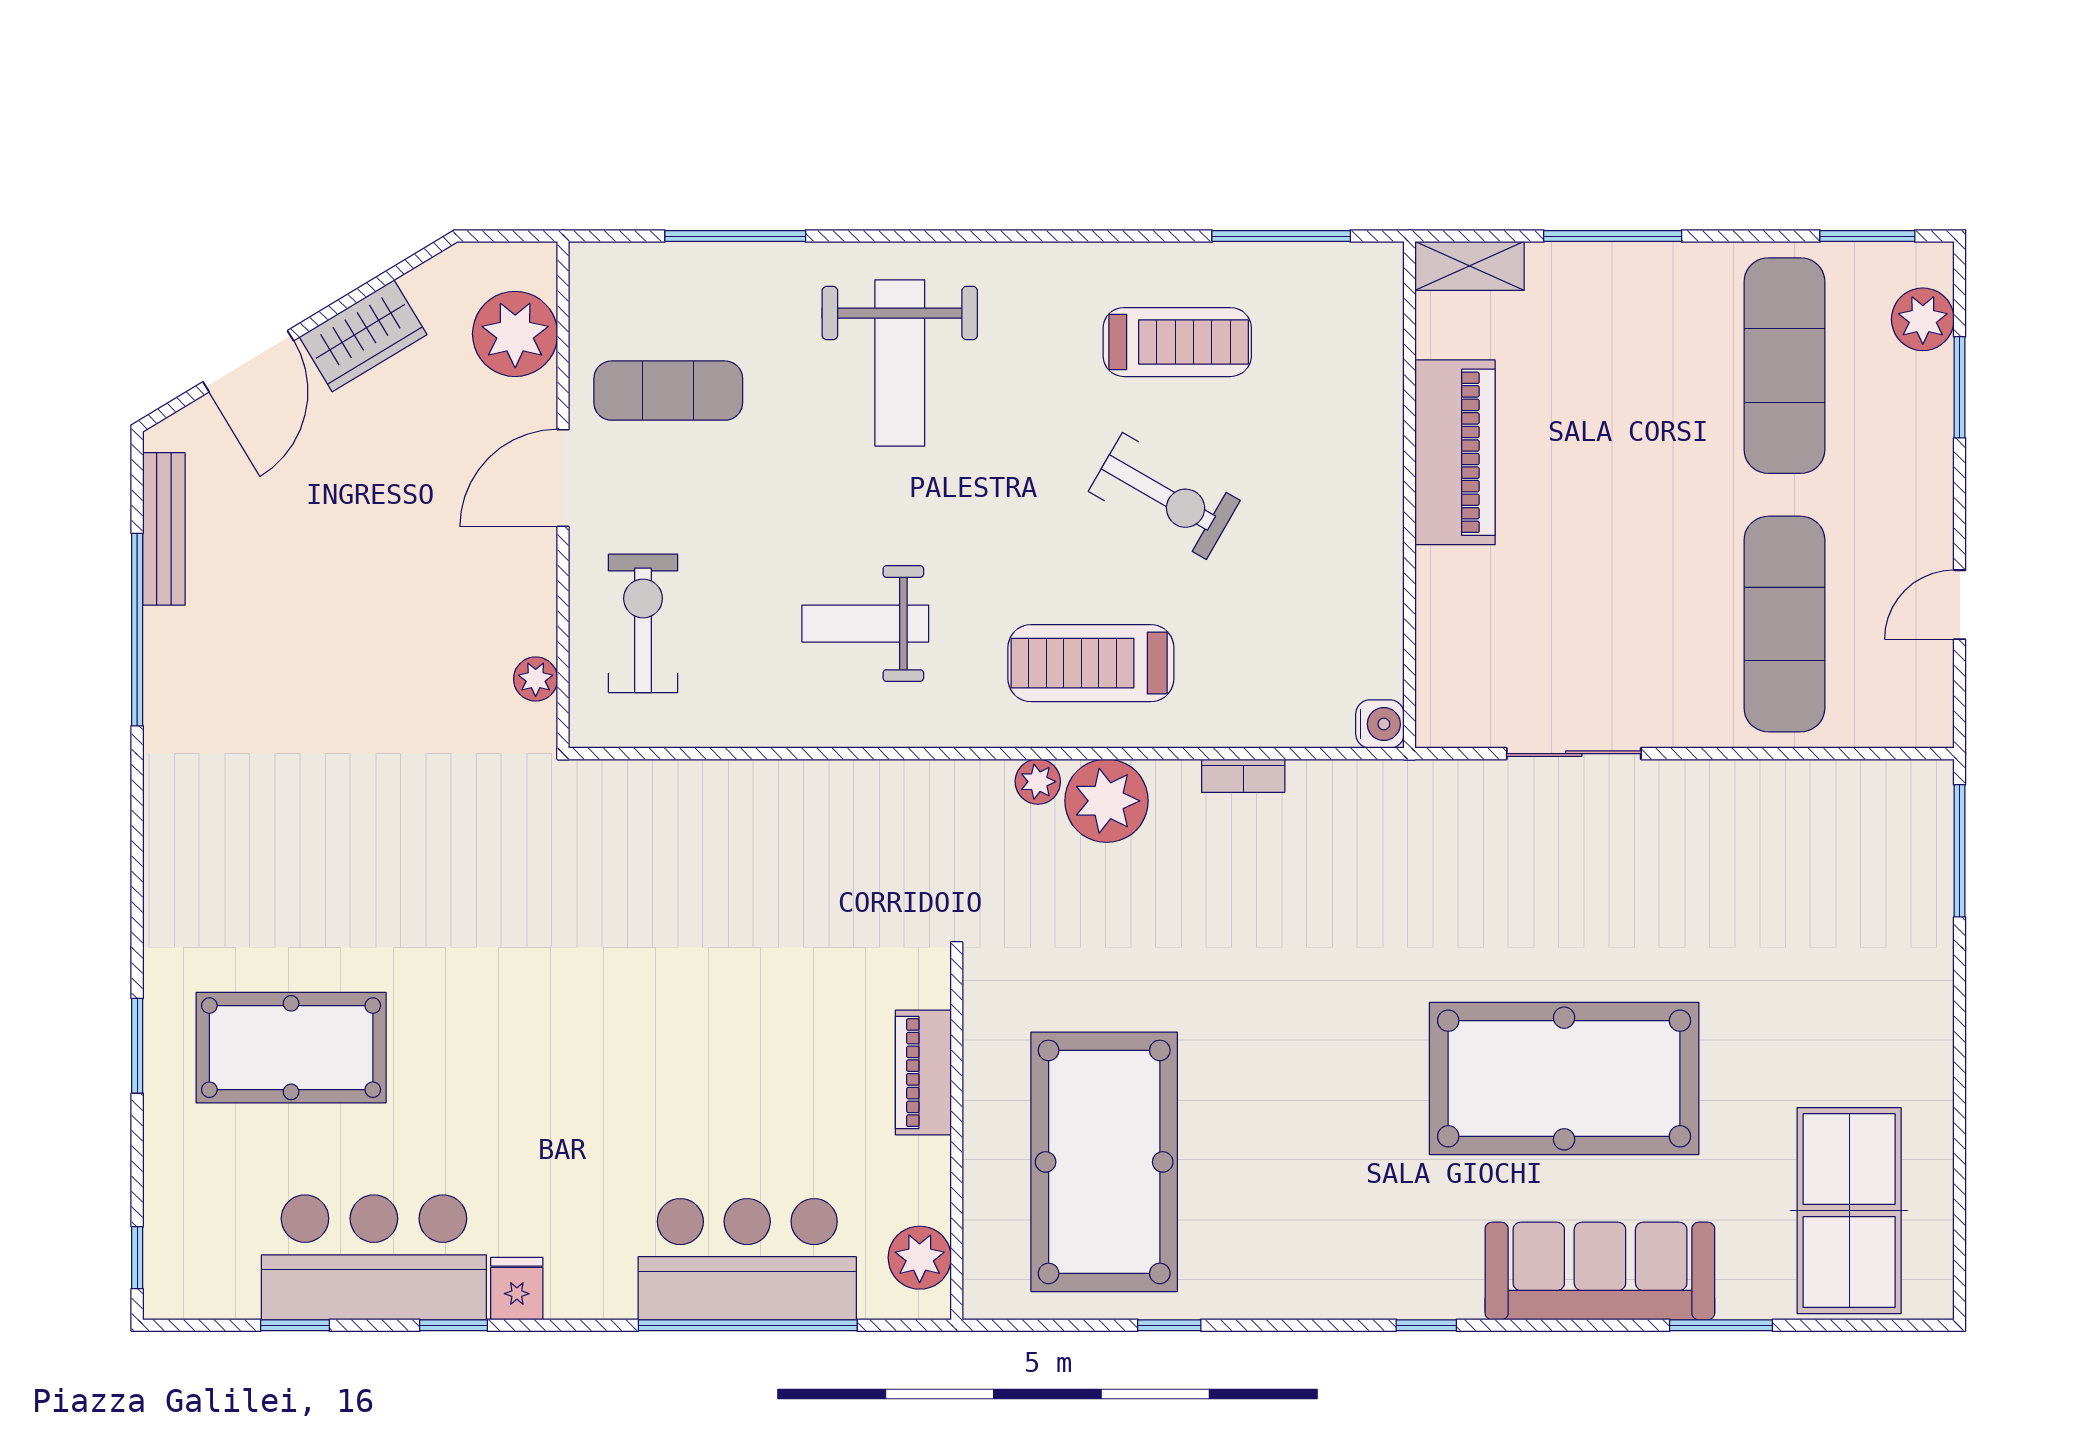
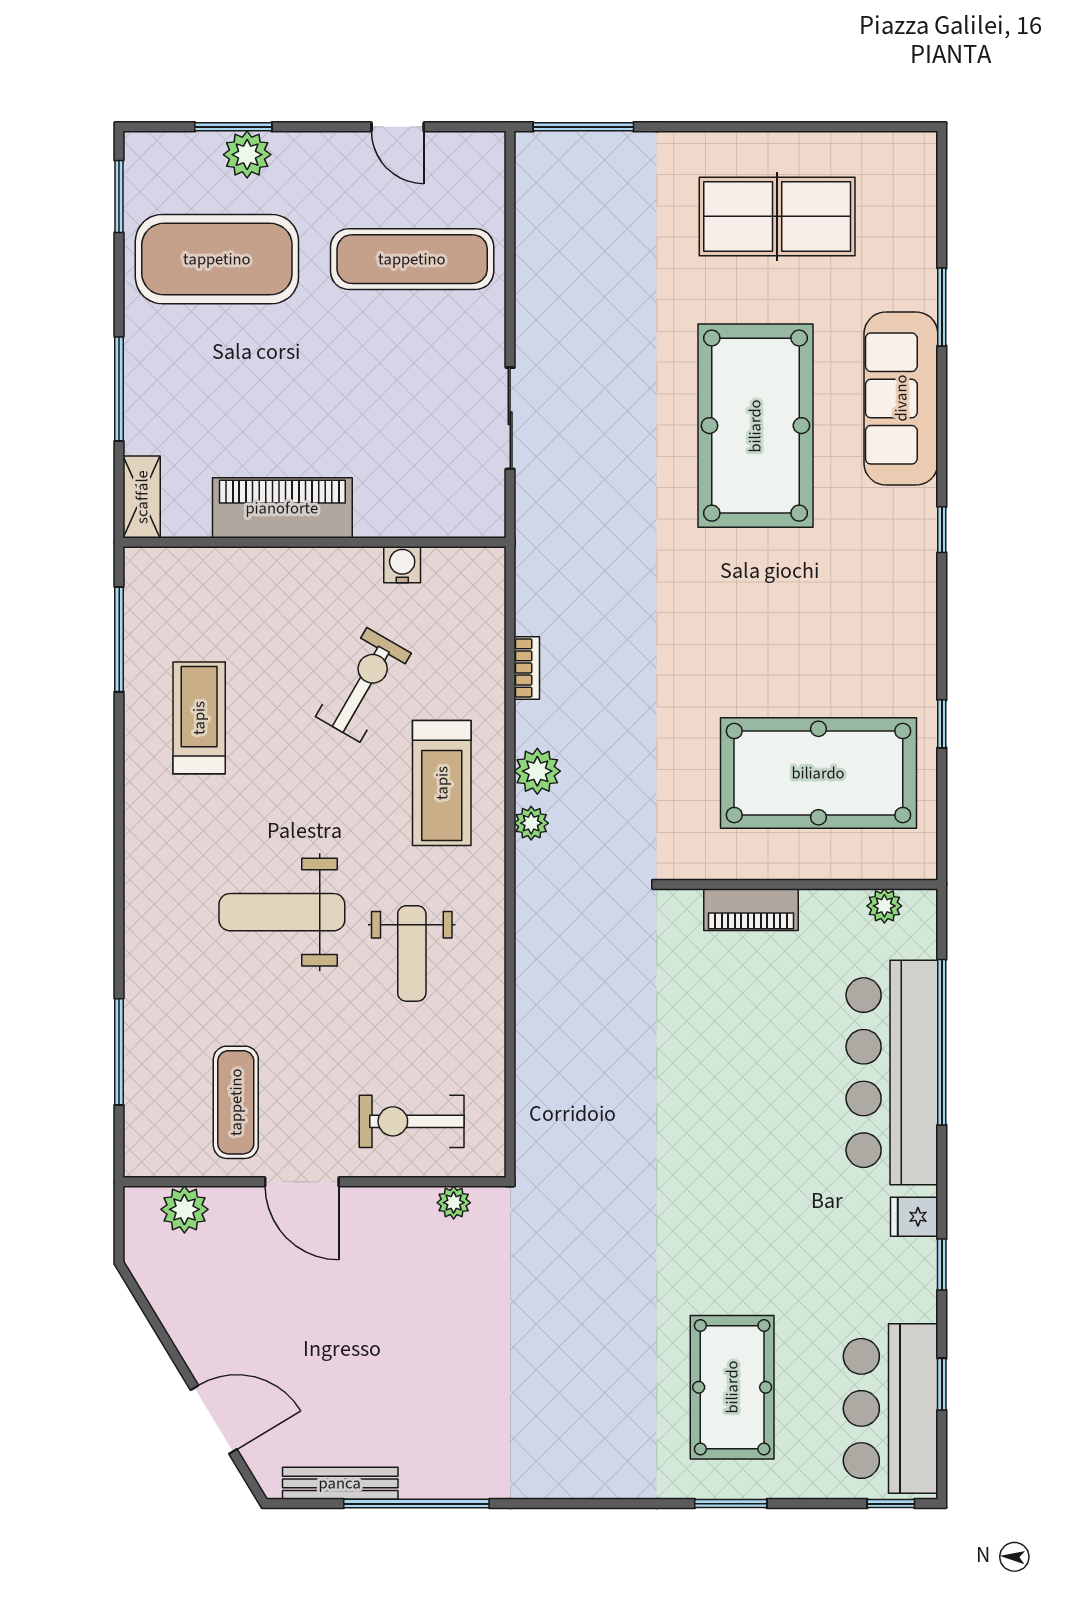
plant: (1923, 319) -> (247, 155), moved
plant: (515, 334) -> (184, 1209), width x0.73, depth x0.73
wardrobe: (363, 336) -> (194, 1333), removed
weight bench: (900, 363) -> (282, 912), moved, turned 180
exercise mat: (1784, 366) -> (217, 259), width x1.47
exercise bike: (1164, 496) -> (363, 685), moved
water cooler: (1380, 724) -> (402, 565), moved
plant: (1107, 801) -> (537, 771), width x0.73, depth x0.73
table tennis table: (1849, 1211) -> (777, 216), moved
bar counter: (374, 1257) -> (891, 1408), moved
plant: (920, 1258) -> (884, 906), width x0.73, depth x0.73
bar counter: (747, 1259) -> (892, 1073), width x1.36

